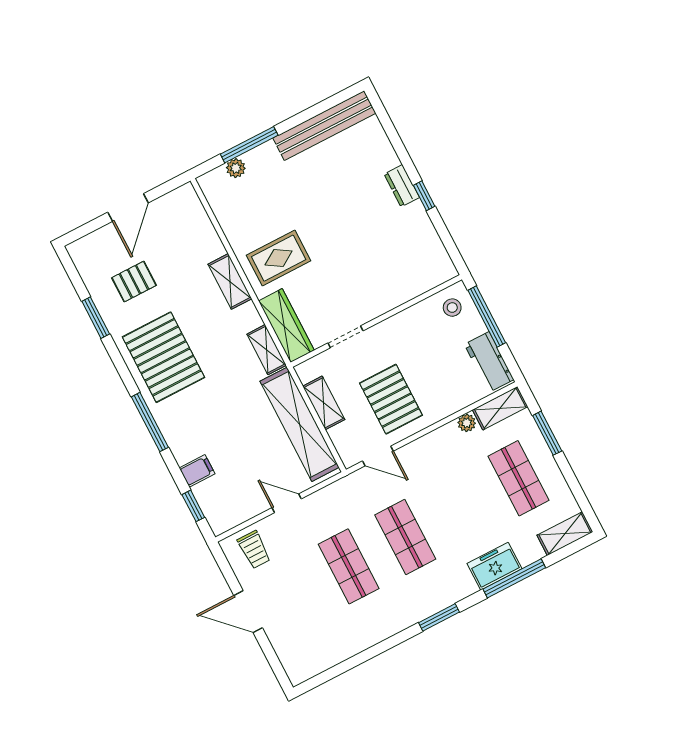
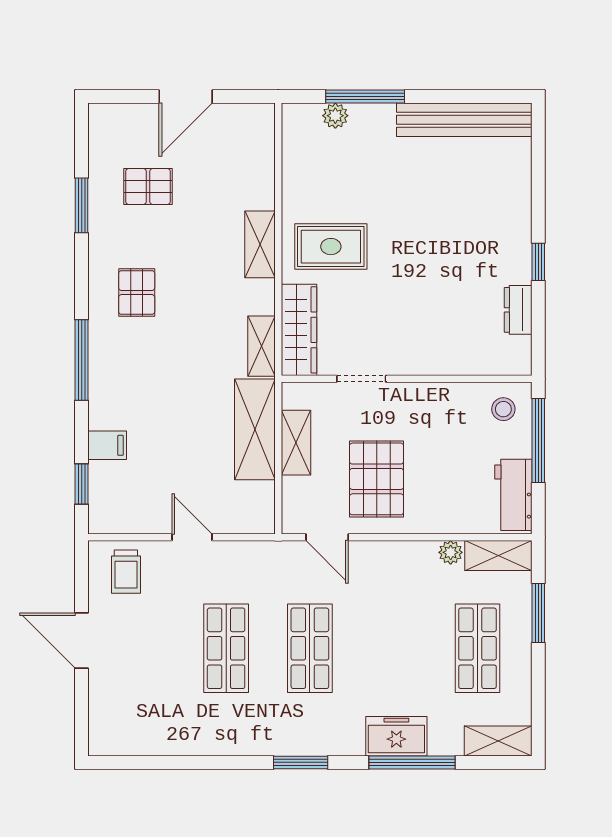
dresser: (402, 186) -> (518, 310), moved
pallet: (163, 357) -> (137, 293), width x0.49, depth x0.50
shelving: (300, 424) -> (255, 429), width x0.68

